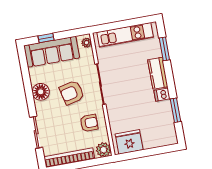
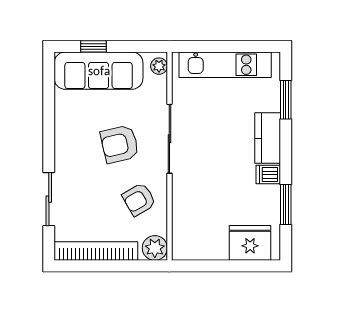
floor lamp: (41, 92) -> (68, 134), removed
armchair: (89, 123) -> (139, 199), turned 150
fridge: (129, 142) -> (250, 243), moved

